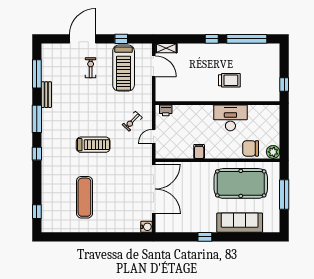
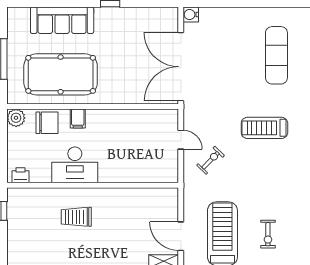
printer: (166, 110) -> (21, 175), moved
door: (154, 136) -> (181, 140), hinge flipped
filing cabinet: (199, 151) -> (78, 118), moved

